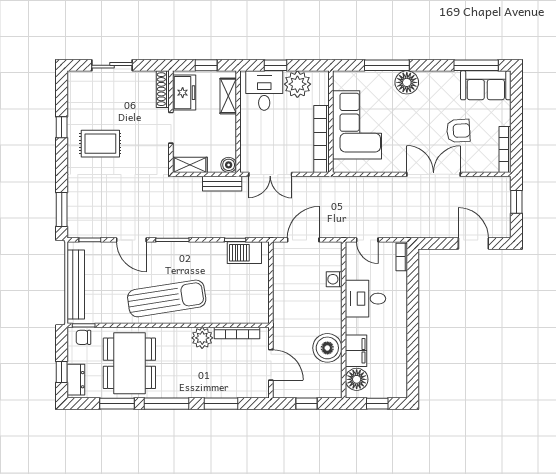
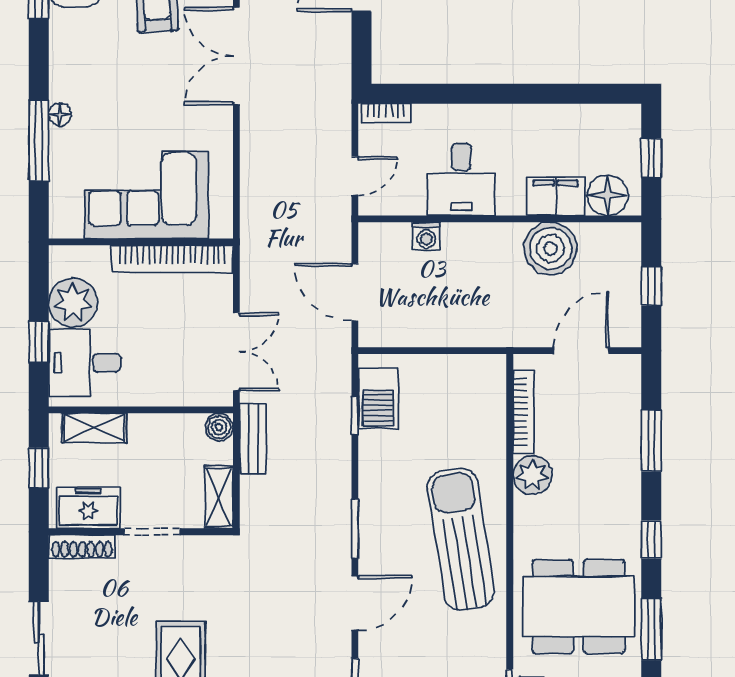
floor lamp: (407, 82) -> (60, 115), width x0.53, depth x0.53
window: (167, 404) -> (651, 540), width x0.46

